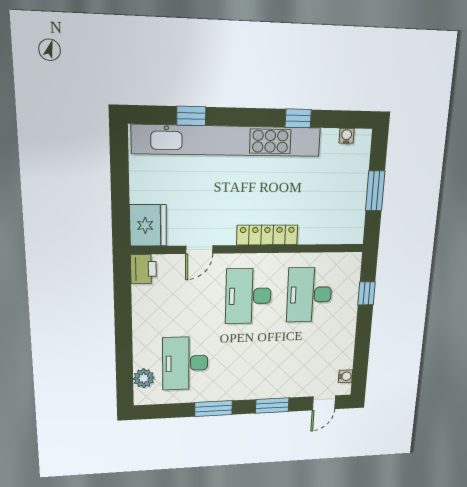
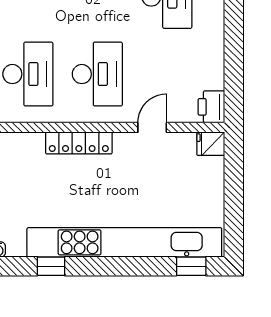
window: (191, 116) -> (191, 266), moved
fridge: (148, 225) -> (211, 144), width x0.53, depth x0.75

